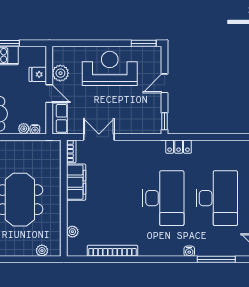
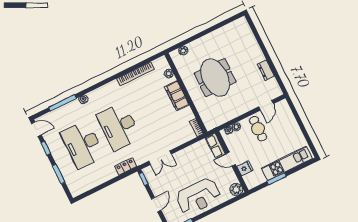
plant: (60, 73) -> (236, 189), moved
double door: (99, 137) -> (160, 158), moved
filing cabinet: (76, 182) -> (177, 96), moved

